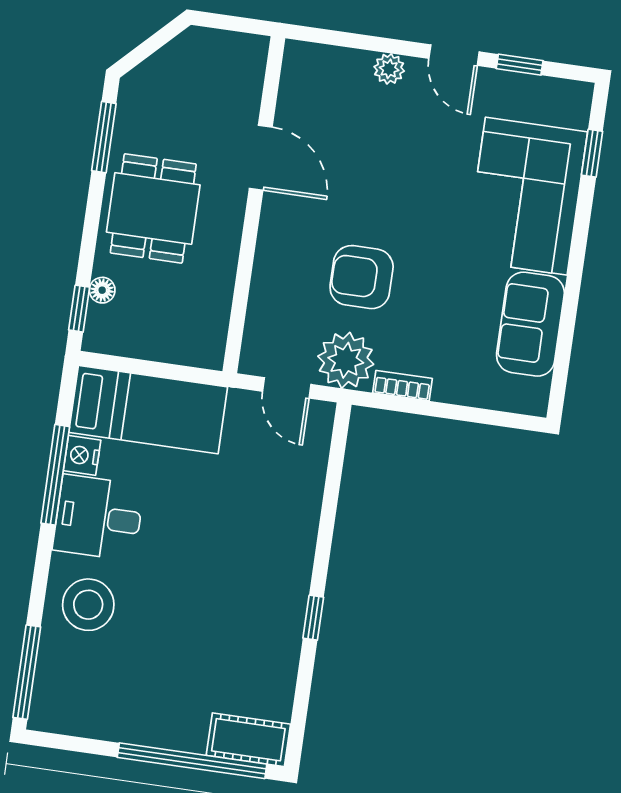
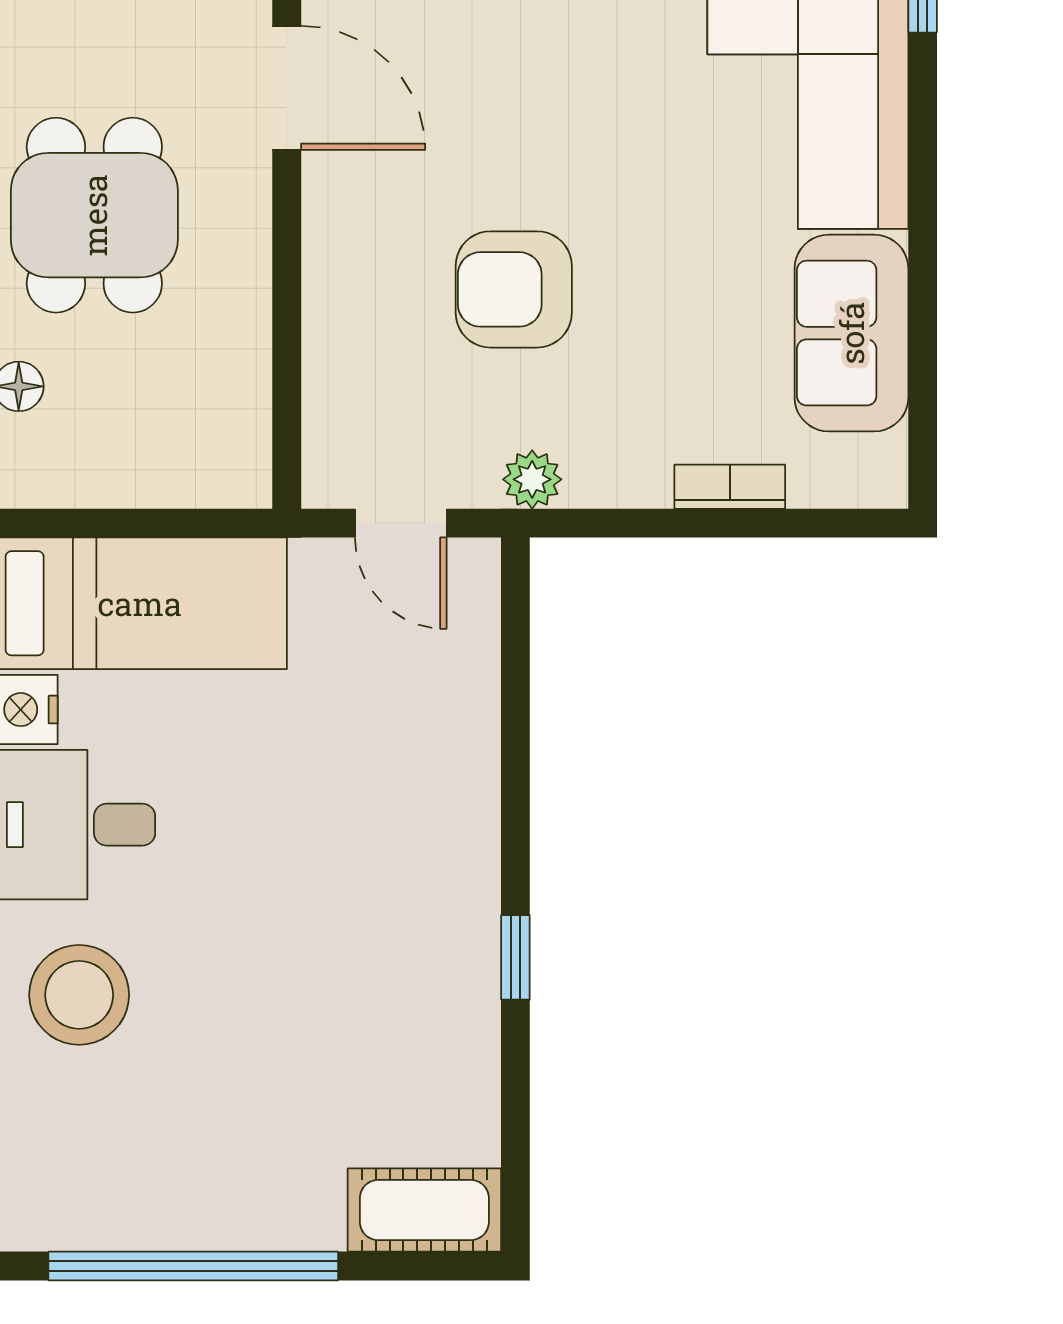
plant: (346, 360) -> (532, 479), width x0.53, depth x0.53
bookcase: (402, 386) -> (730, 487), moved
window: (192, 761) -> (193, 1266), moved

